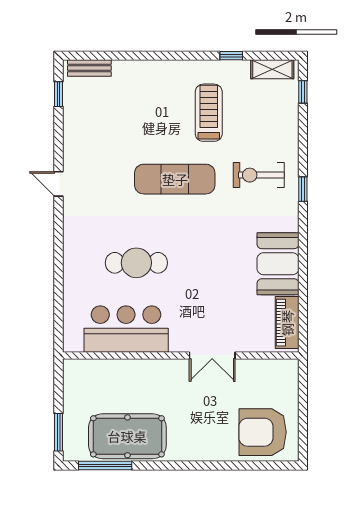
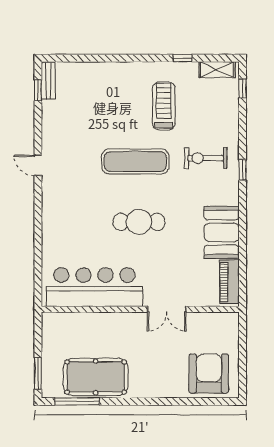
bench: (89, 68) -> (48, 81), moved, turned 90
cafe table: (136, 263) -> (139, 222), moved
bar counter: (126, 329) -> (94, 287), width x1.36
armchair: (263, 432) -> (209, 374), turned 90

